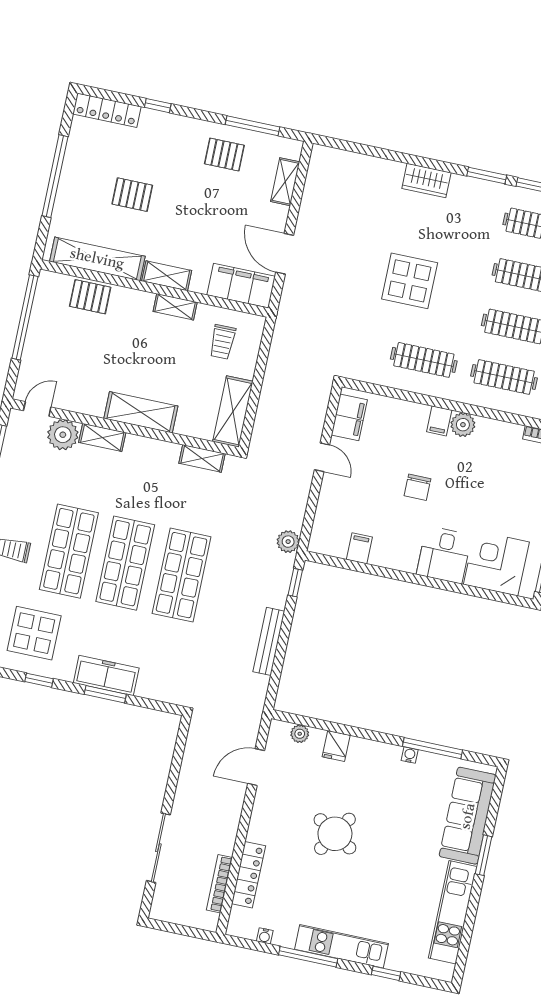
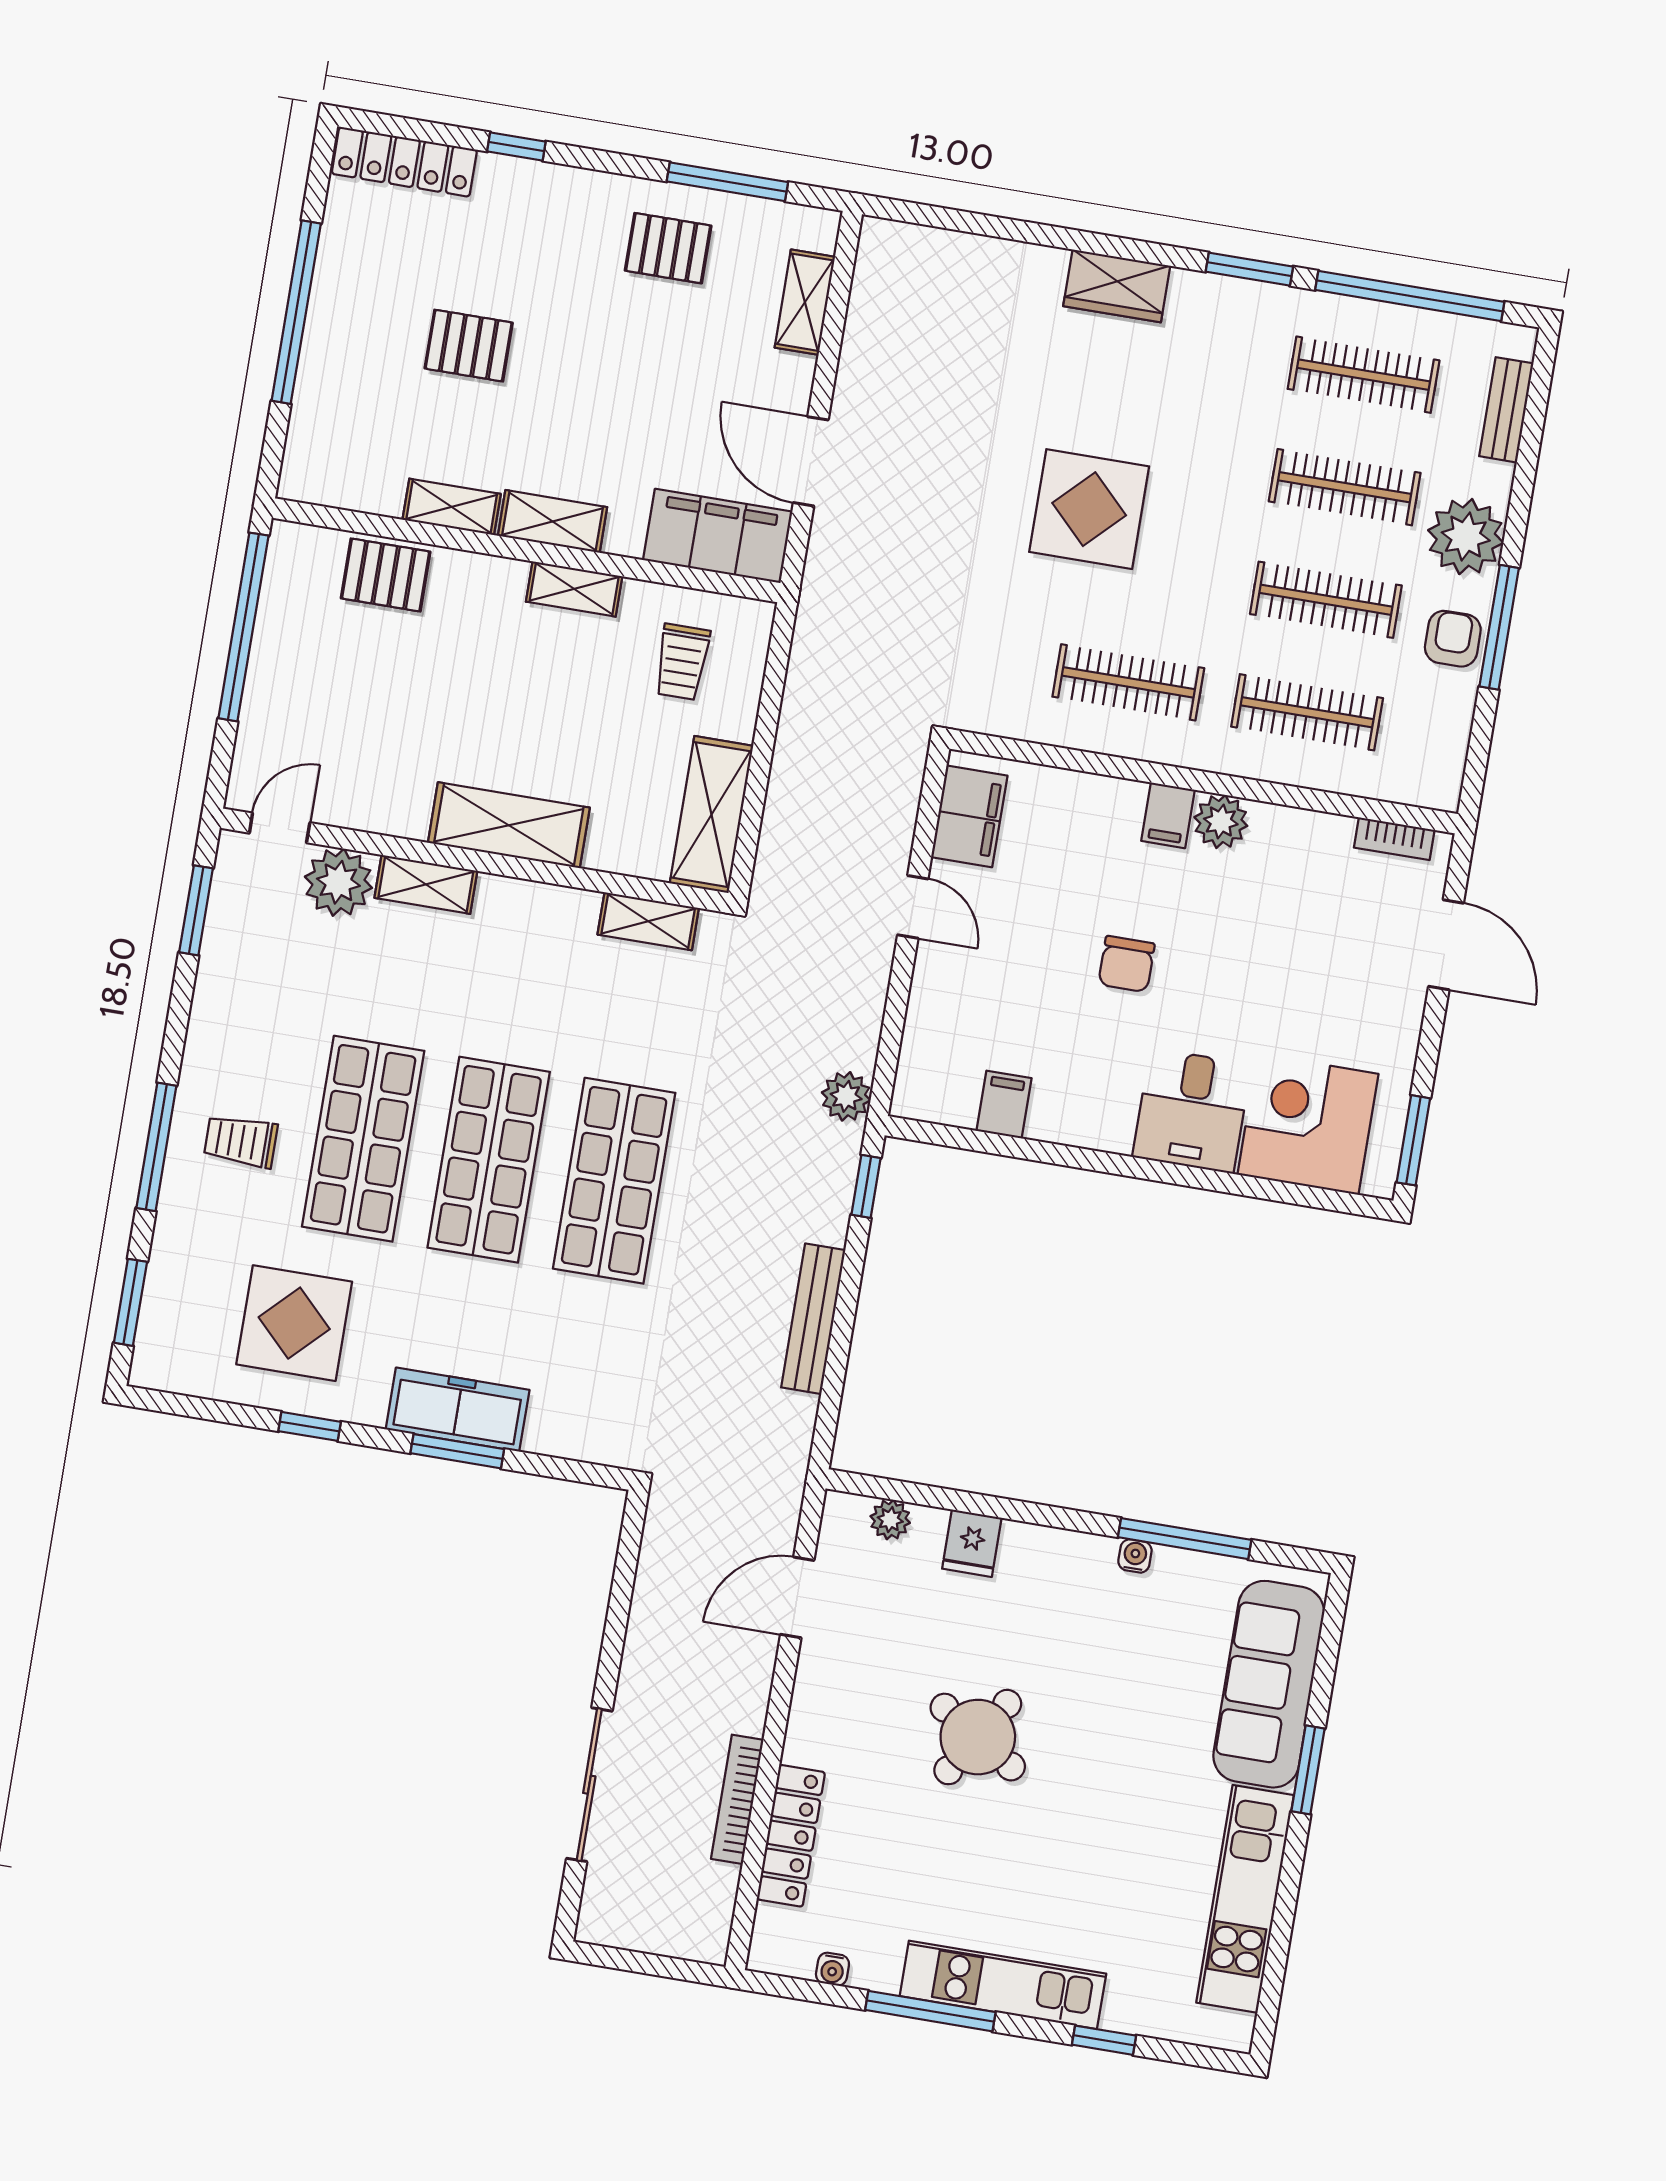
shelving: (97, 259) -> (452, 507), width x0.45, depth x0.75
bookcase: (219, 884) -> (737, 1799), moved

